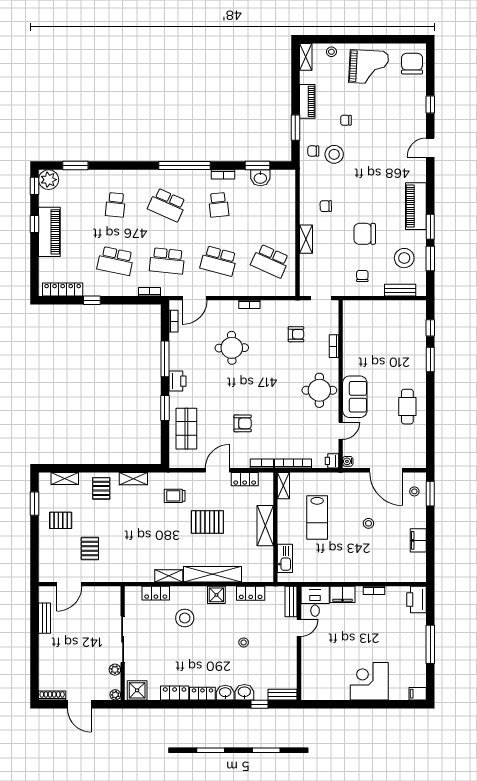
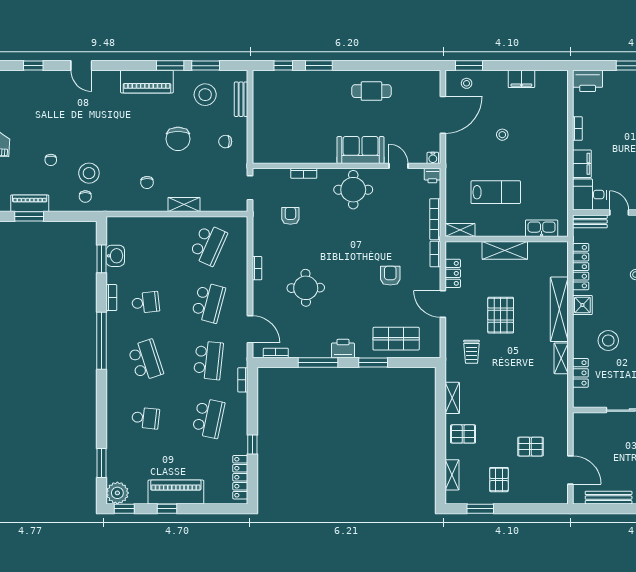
window: (295, 128) -> (29, 216), moved
school desk: (167, 205) -> (146, 360), turned -42
locker: (251, 593) -> (581, 267), width x1.53
bench: (44, 618) -> (609, 498), width x1.36

